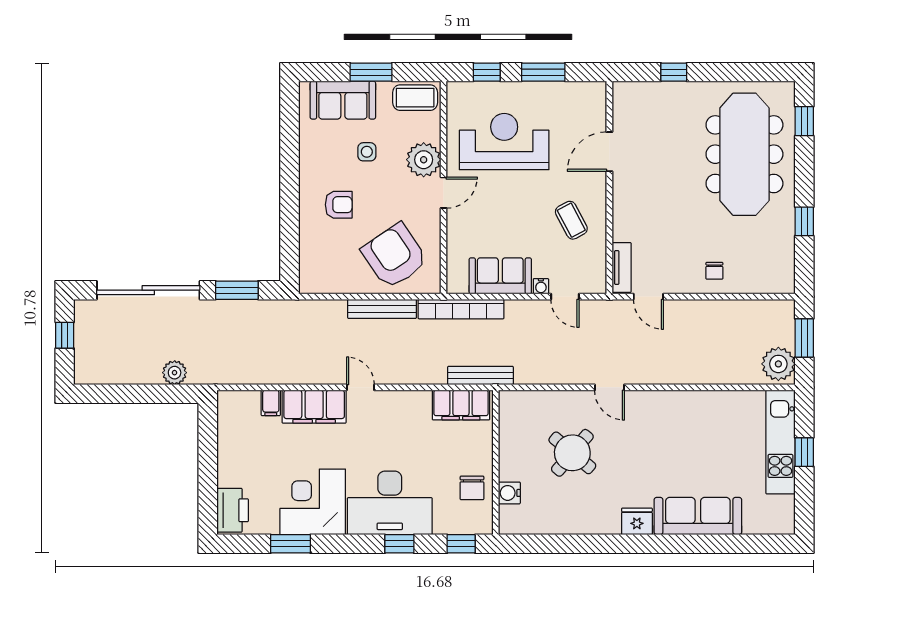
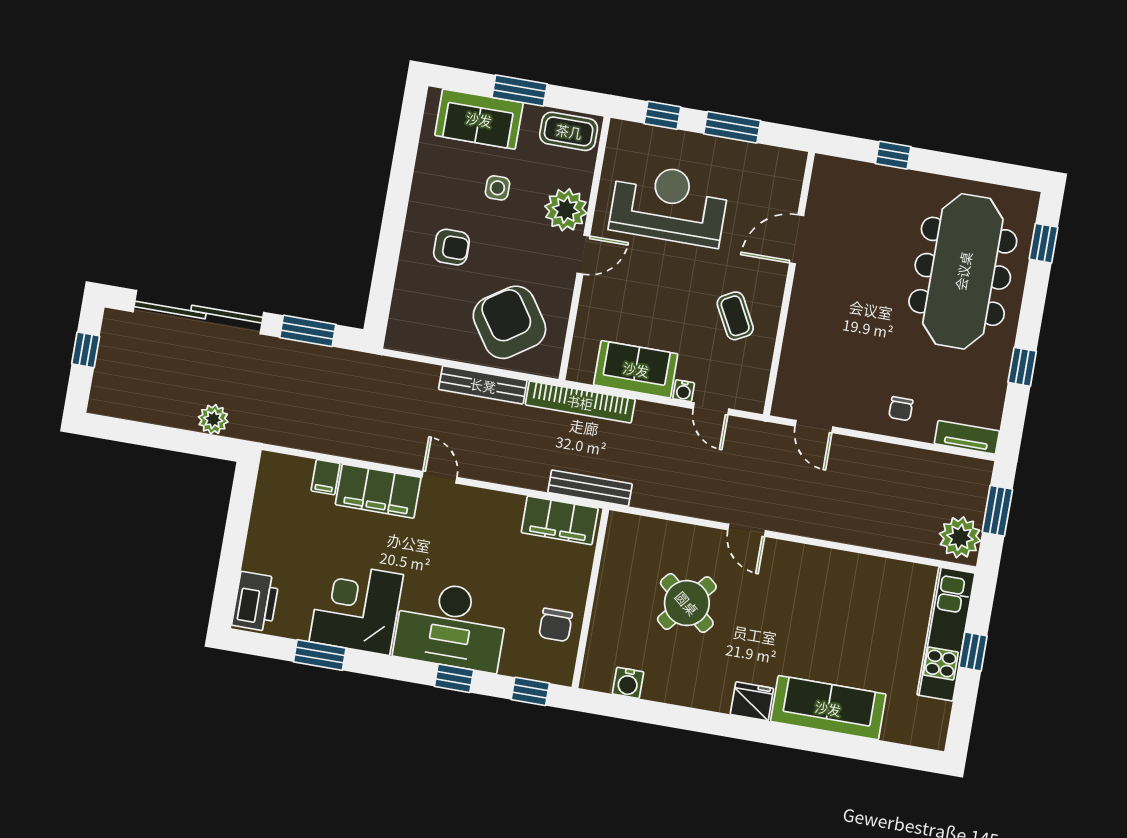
tv unit: (622, 267) -> (967, 437), moved, turned -90
water cooler: (509, 493) -> (628, 683), moved, turned -90

